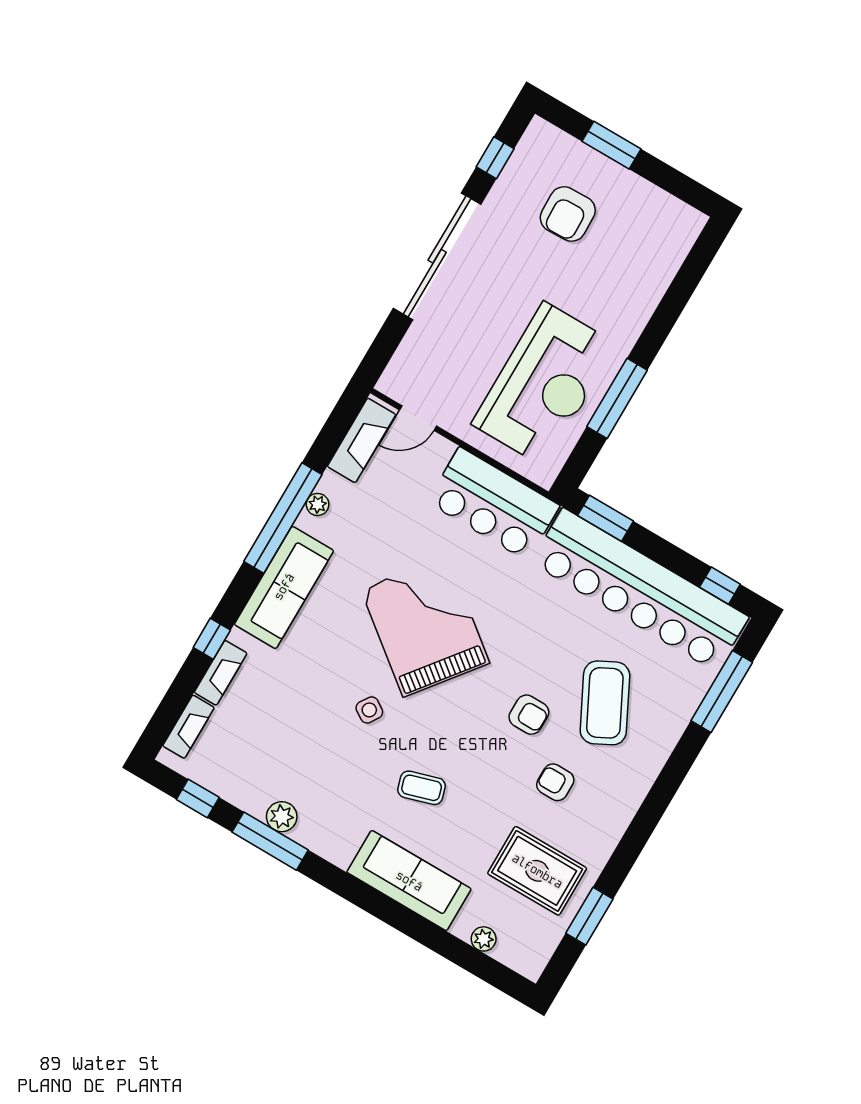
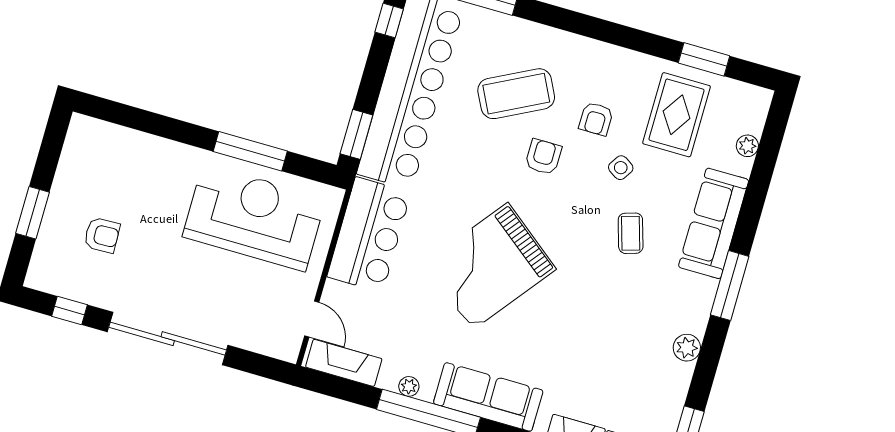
armchair: (568, 214) -> (102, 235), width x0.72, depth x0.72
side table: (369, 710) -> (621, 168), moved
window: (270, 841) -> (730, 286), moved

